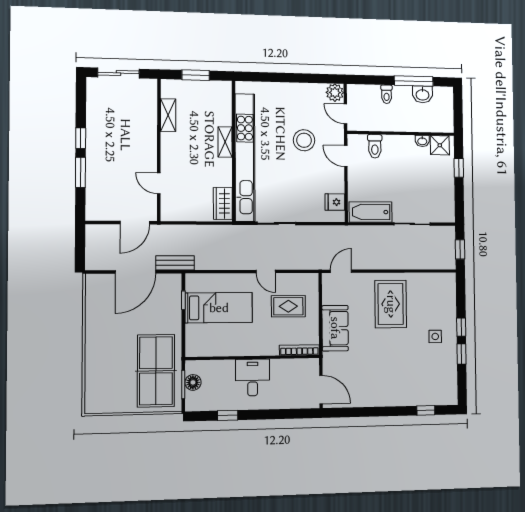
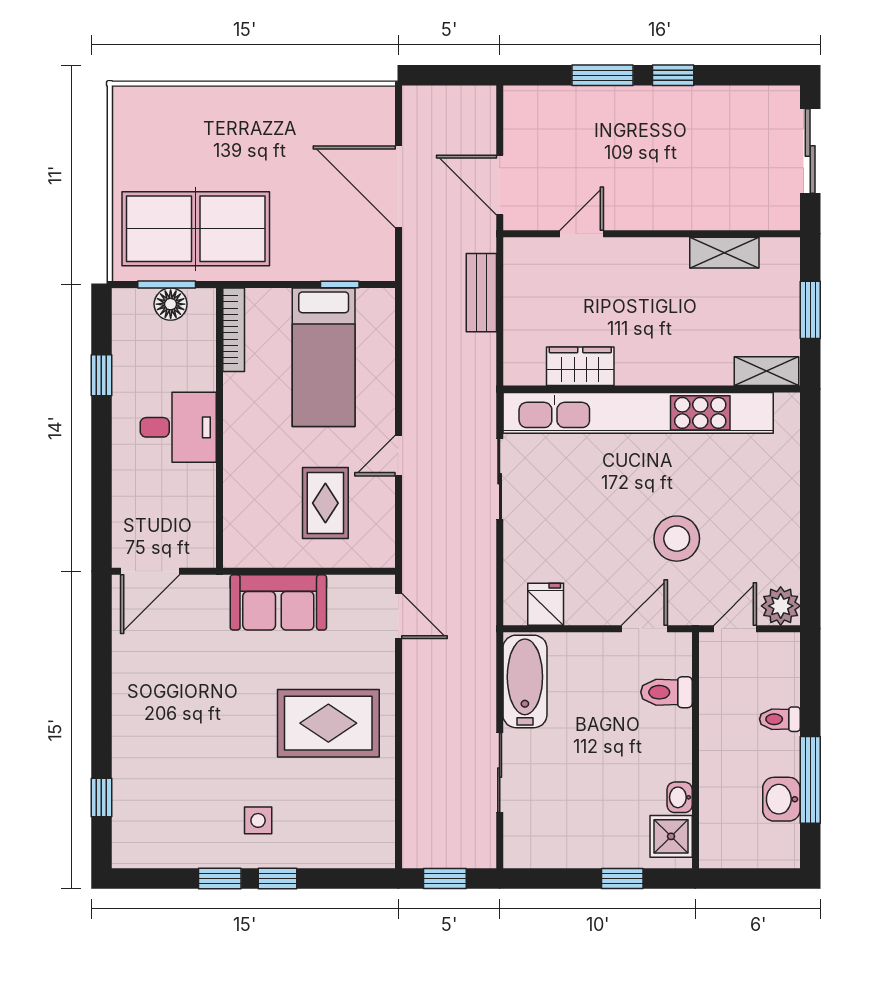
shelving: (225, 142) -> (767, 371), moved
wardrobe: (223, 204) -> (580, 366), moved
bench: (175, 263) -> (481, 293), moved
bookcase: (299, 350) -> (234, 330), moved

